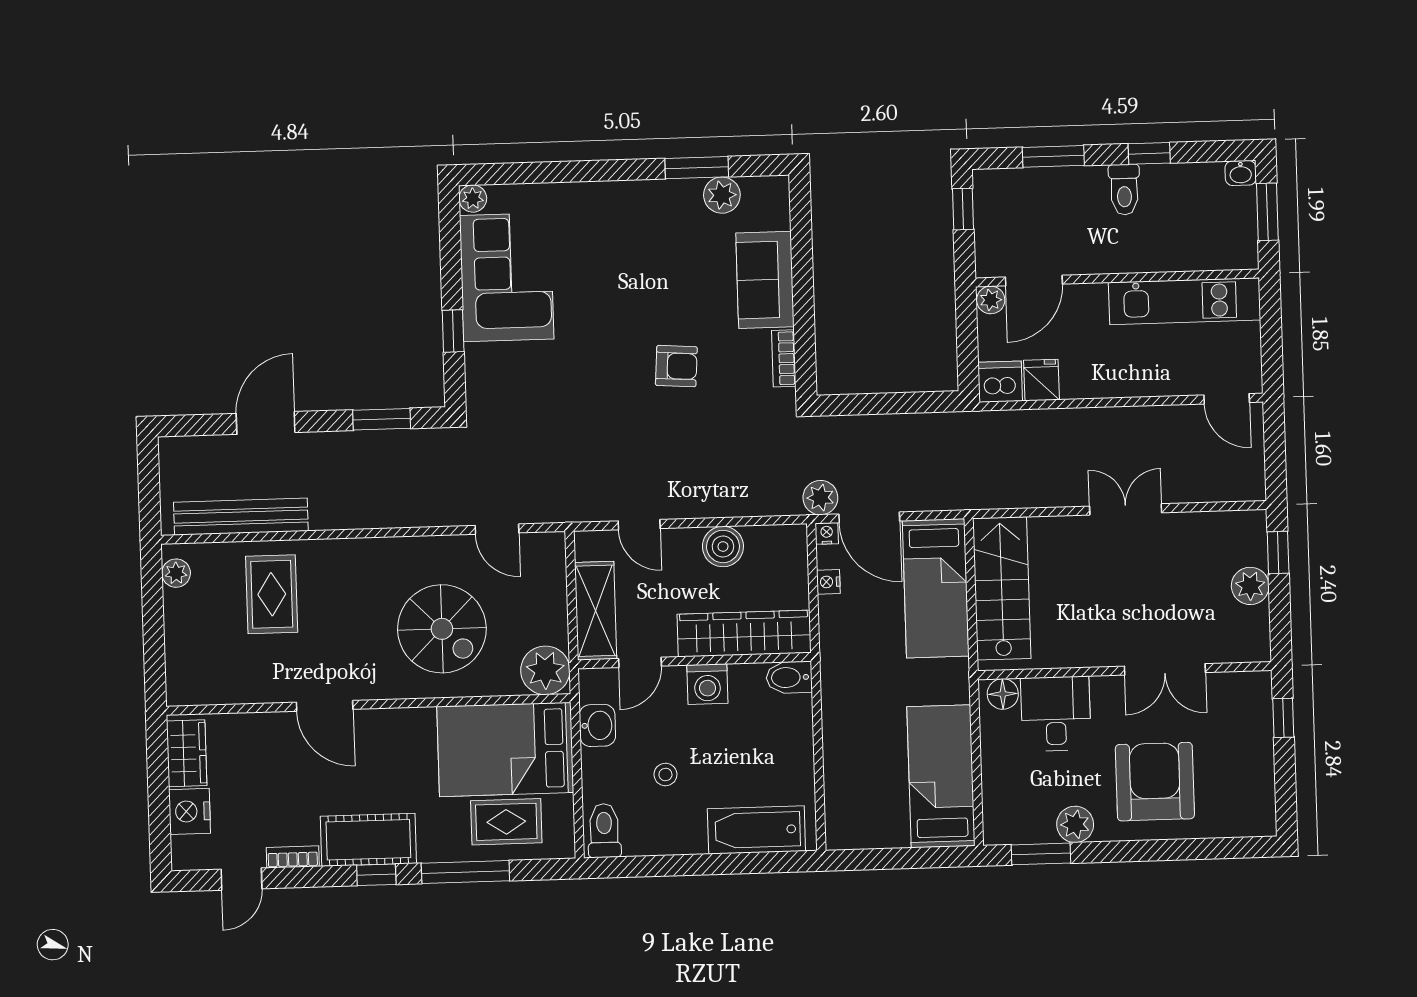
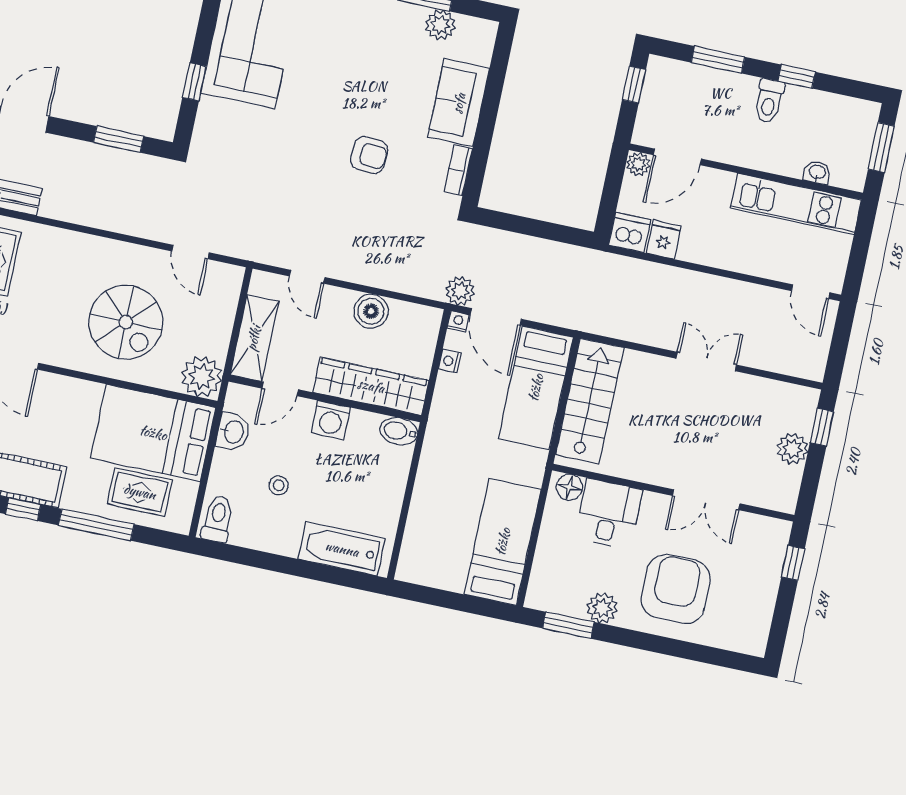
washbasin: (1241, 173) -> (817, 173), moved, turned 180

